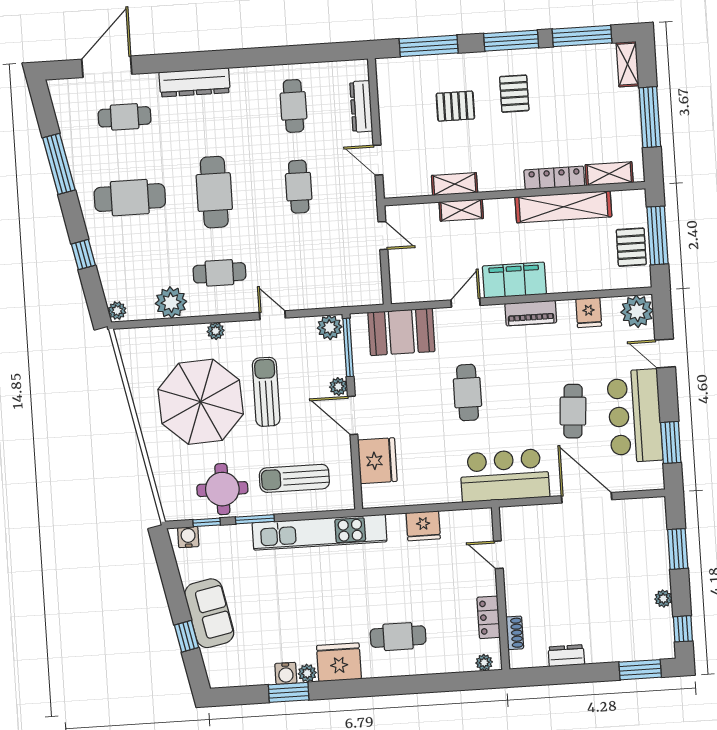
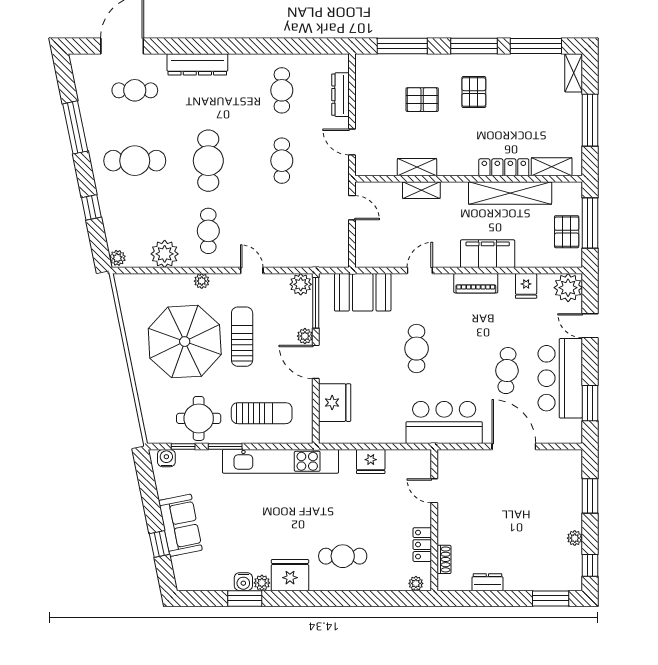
cafe table: (219, 273) -> (208, 231), turned 90
filing cabinet: (514, 280) -> (488, 254), moved
sun lounger: (294, 478) -> (262, 413), turned 180

